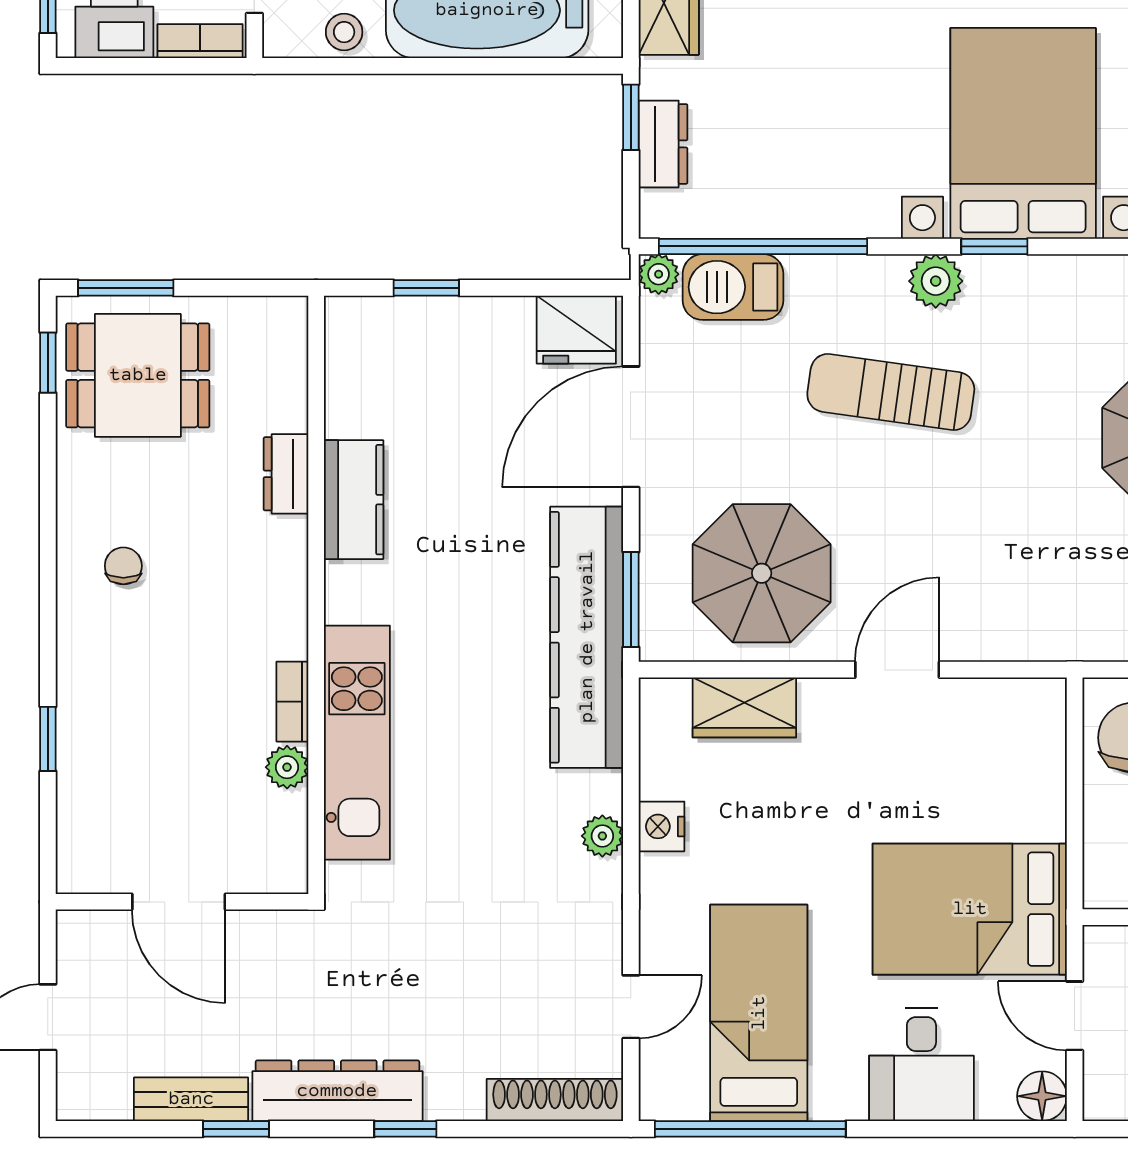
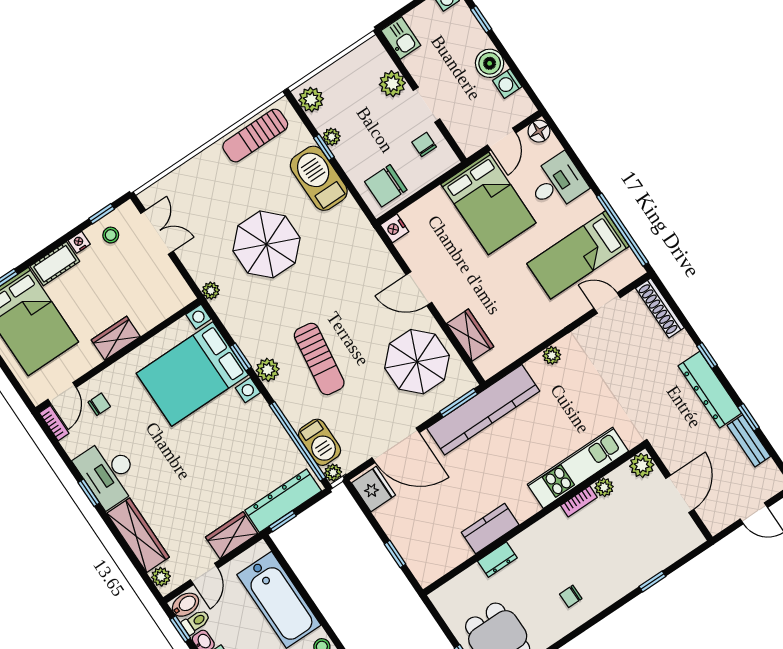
dresser: (663, 144) -> (283, 501), width x1.96, depth x1.24
nightstand: (662, 826) -> (395, 228), moved, turned 90
plant: (280, 866) -> (642, 465), added

